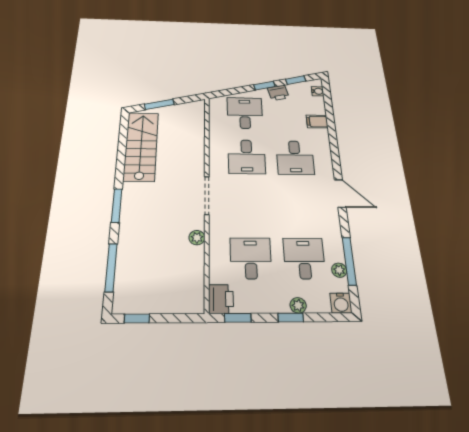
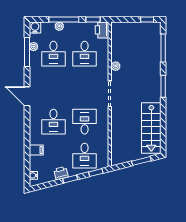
window: (296, 80) -> (96, 173), moved
desk: (295, 158) -> (53, 122), turned 180
window: (291, 318) -> (64, 19), width x2.17

